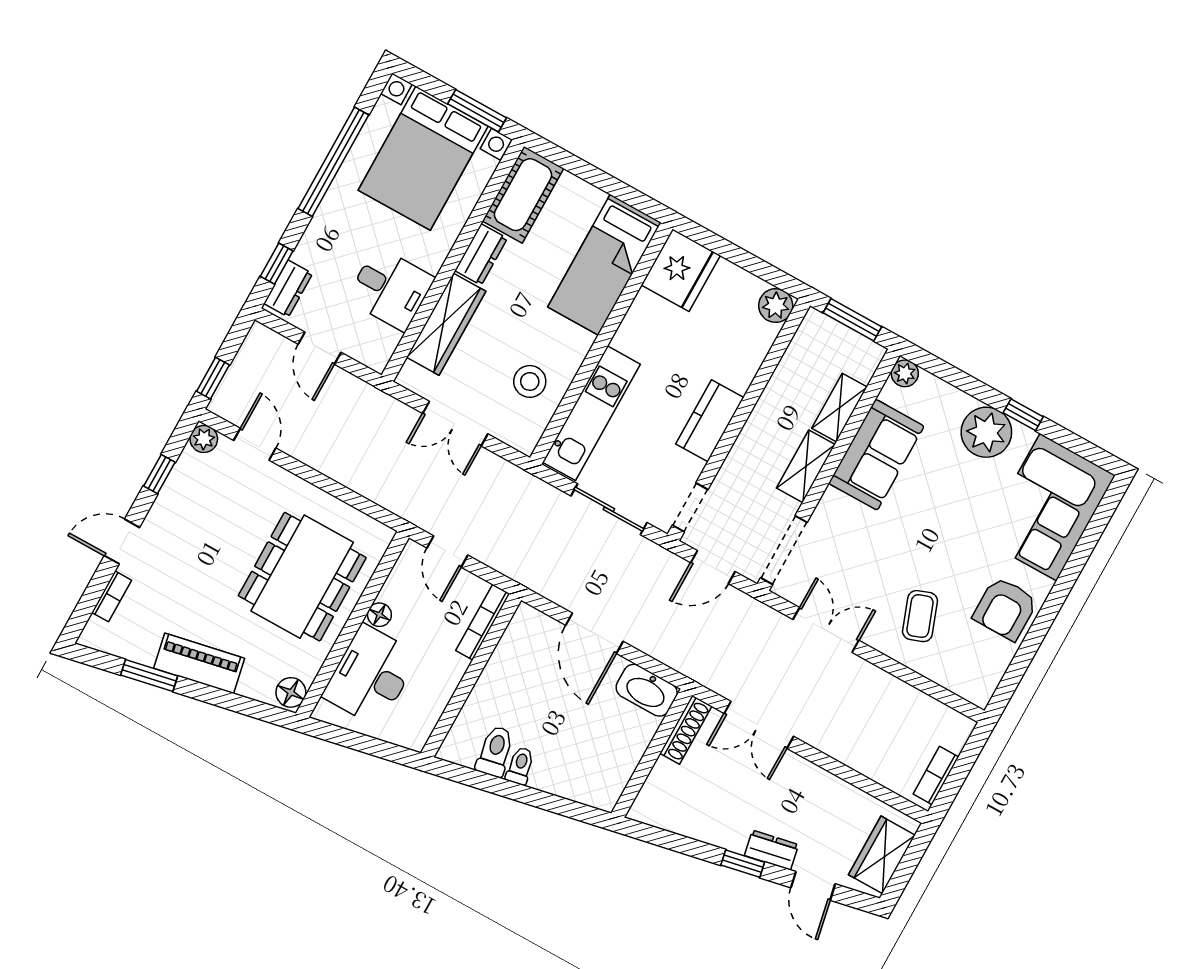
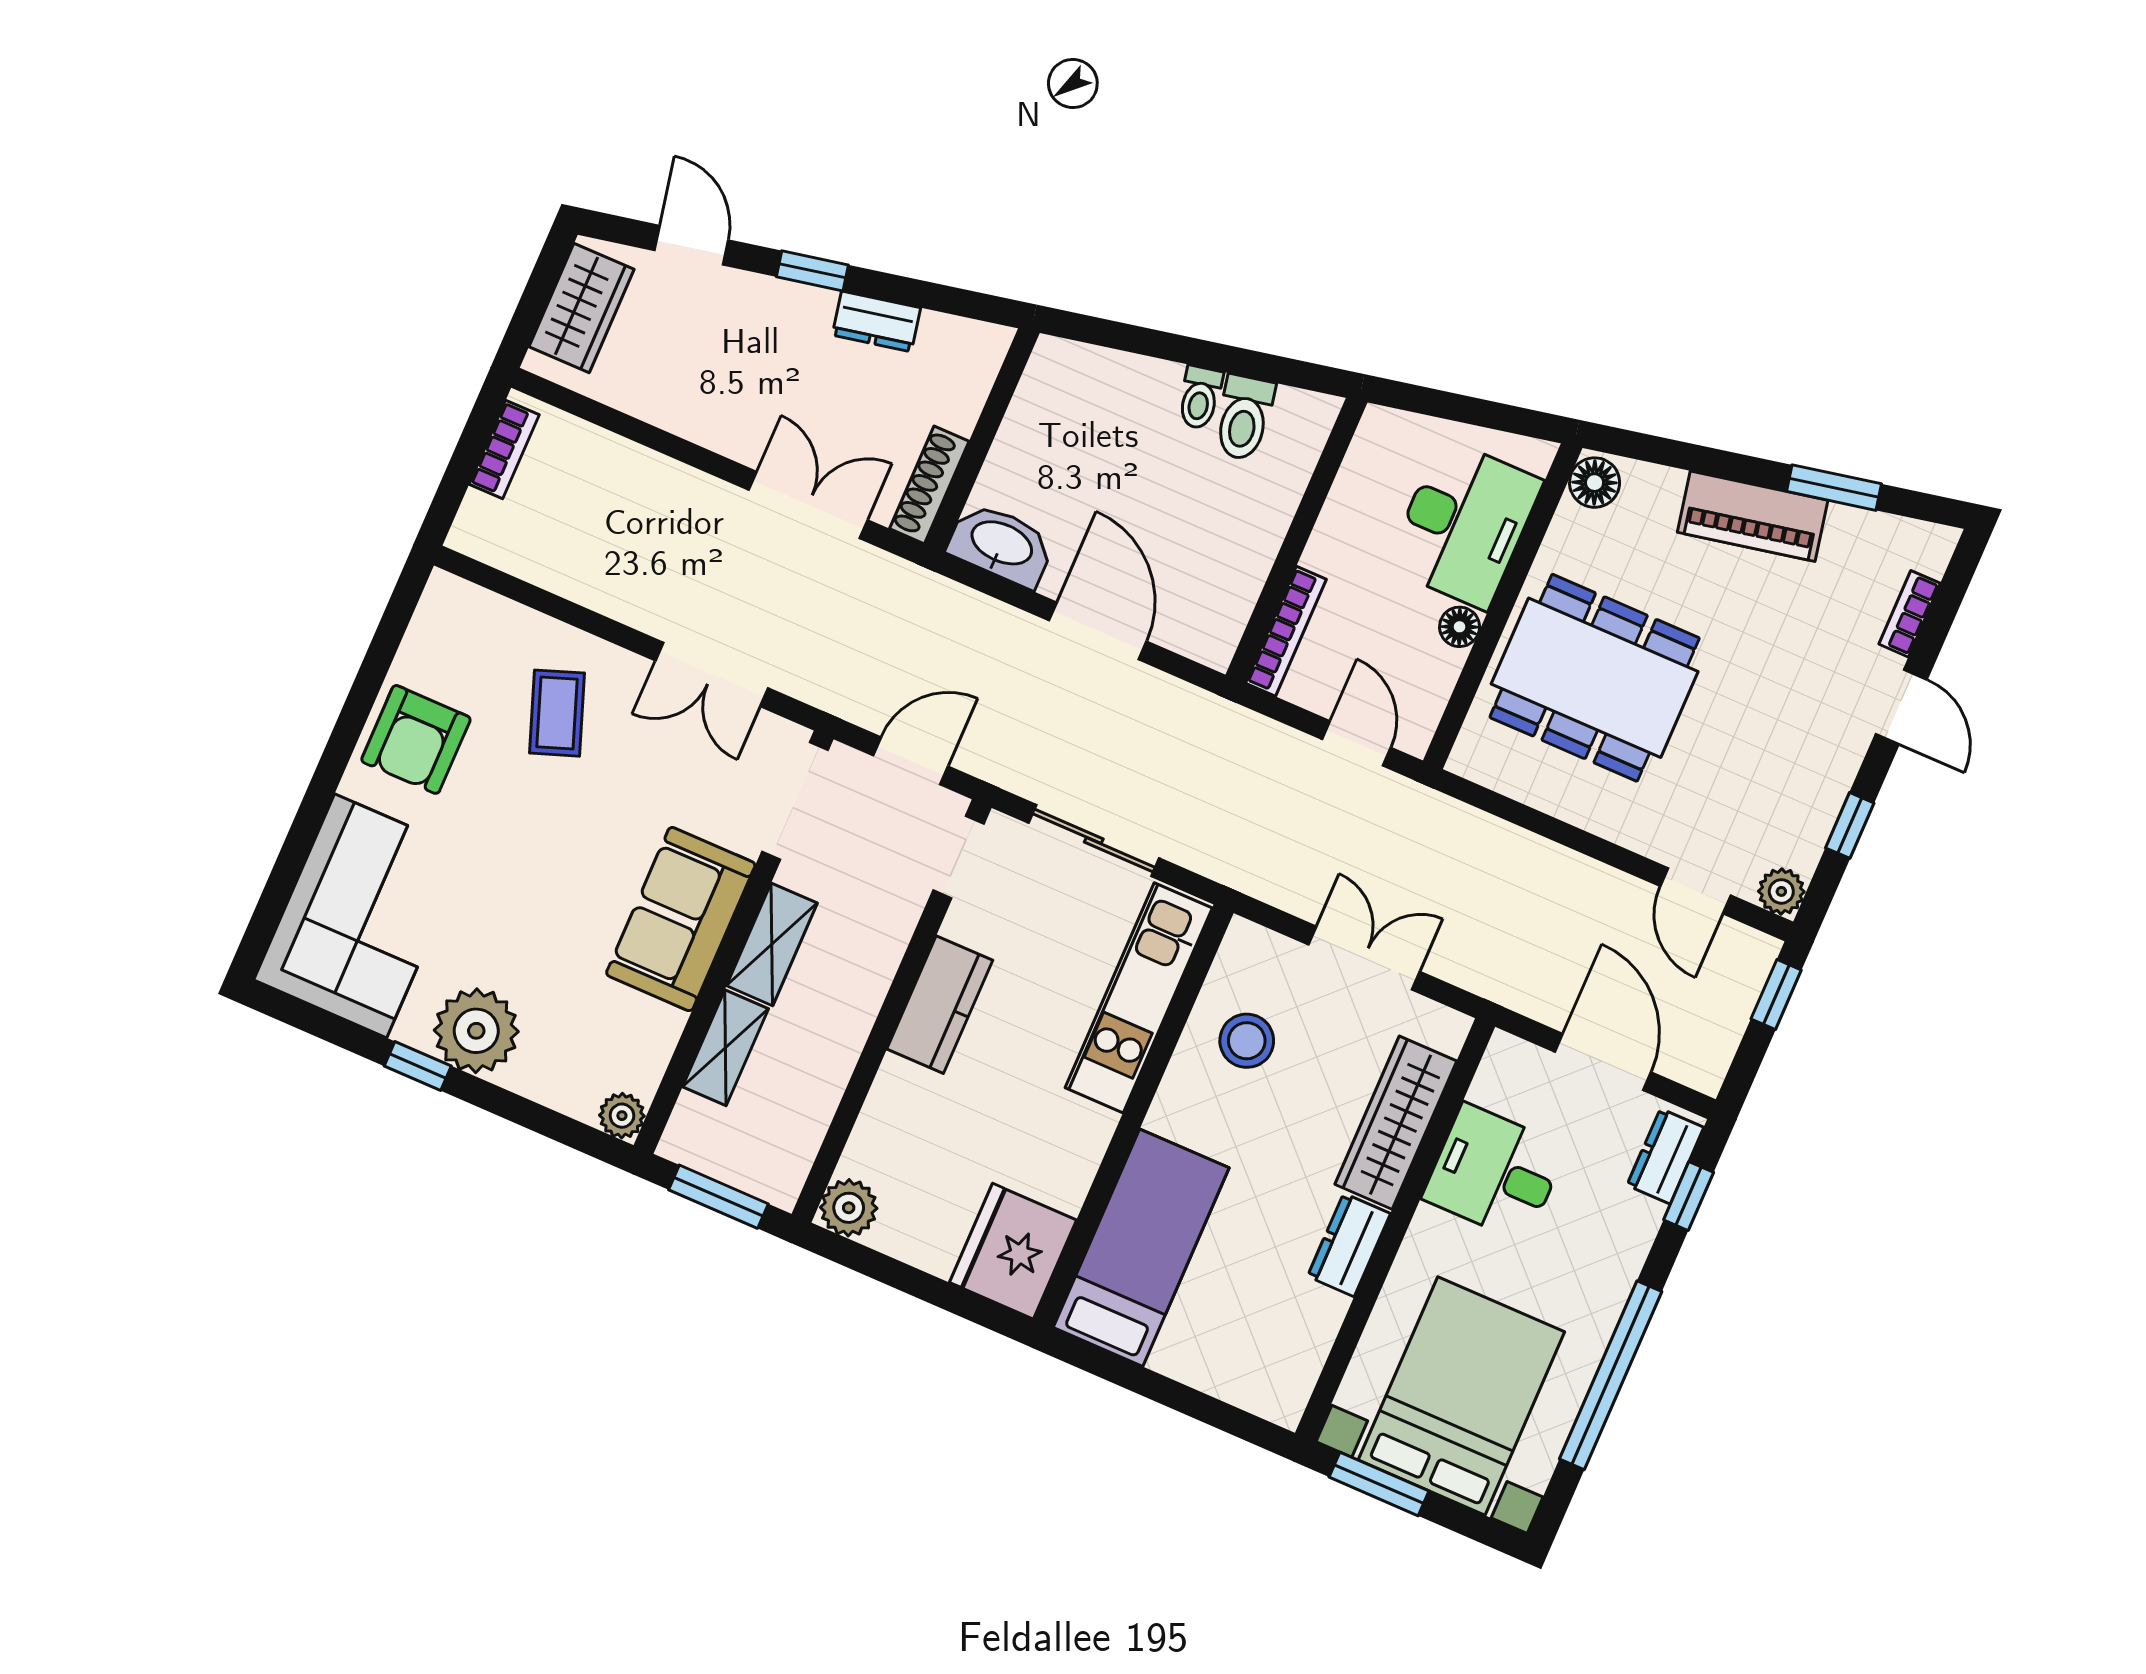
cot: (523, 195) -> (1289, 1351), removed
door: (320, 348) -> (1603, 1062), width x1.38
sofa: (876, 455) -> (681, 919), moved
door: (122, 542) -> (1901, 707), hinge flipped
dining table: (302, 577) -> (1595, 678), turned 90
armchair: (1005, 609) -> (416, 739), turned 180
dresser: (771, 850) -> (876, 321), moved

